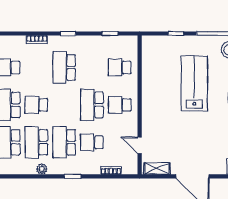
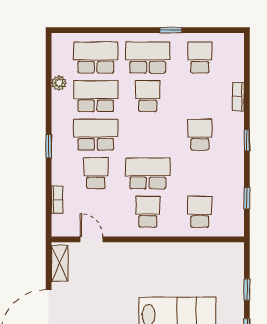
school desk: (64, 67) -> (200, 135), width x0.54
door: (140, 145) -> (92, 239), hinge flipped
plant: (42, 169) -> (59, 83), moved

